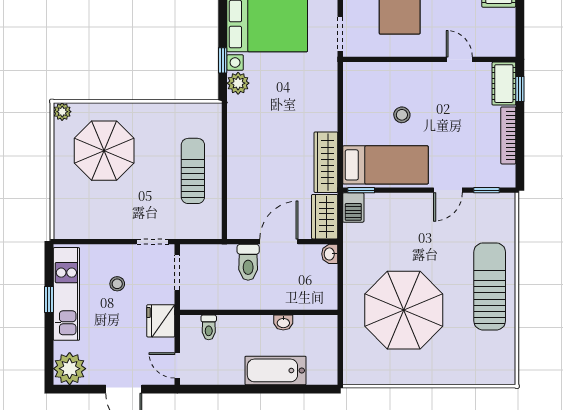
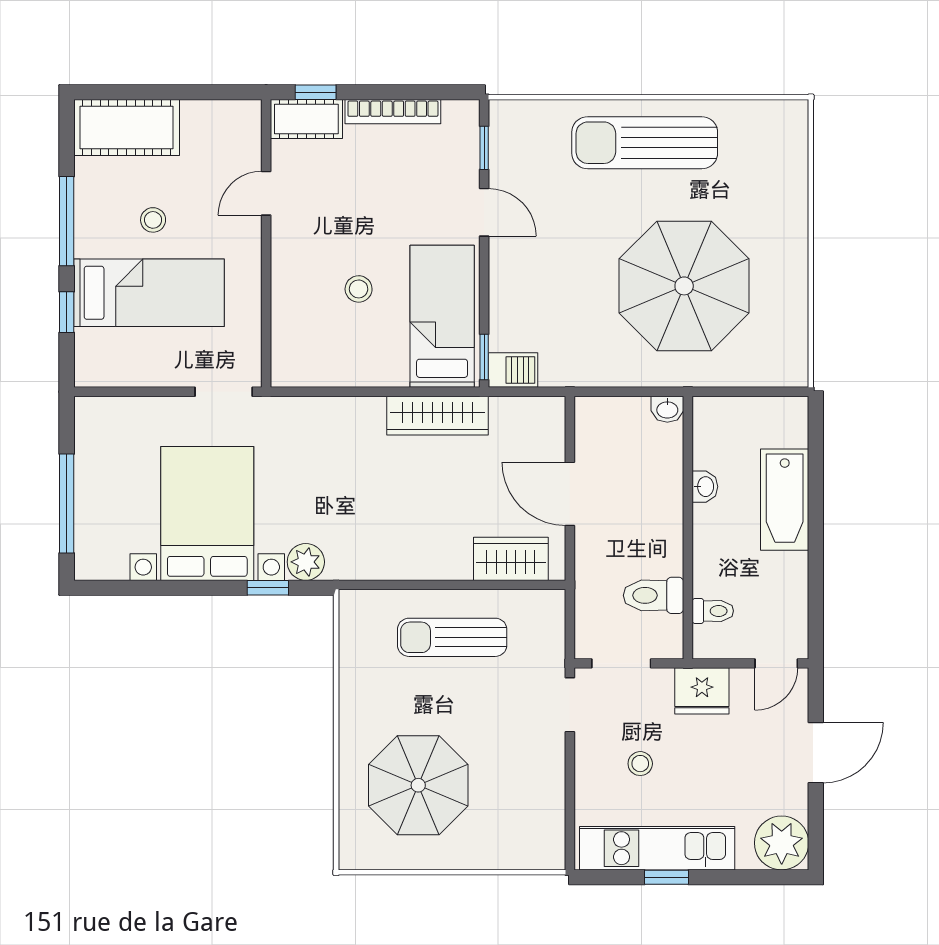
plant: (62, 112) -> (353, 855), removed
wardrobe: (325, 217) -> (511, 559), moved, turned 180
washbasin: (330, 254) -> (667, 409), moved
toilet: (248, 262) -> (653, 595), moved, turned 180

